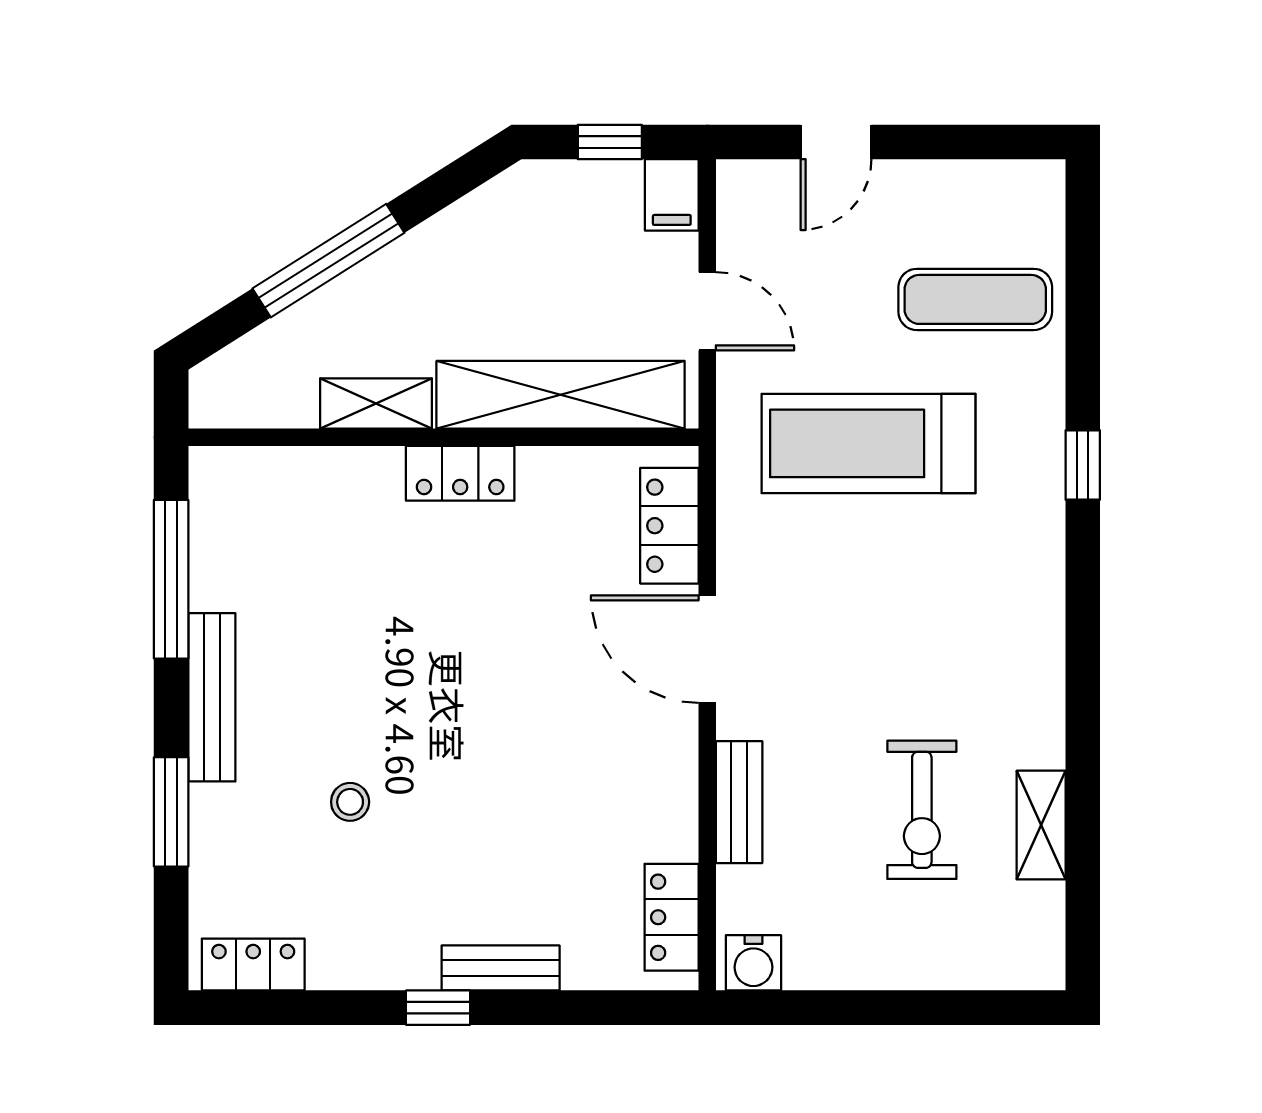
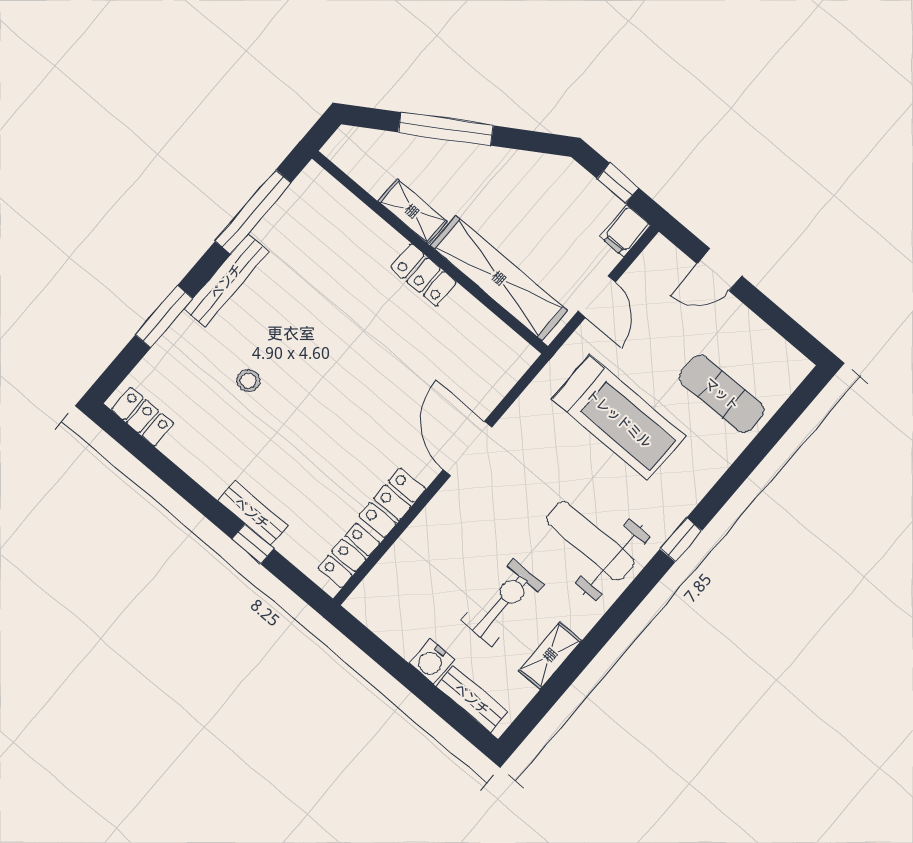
treadmill: (869, 443) -> (619, 418), turned 180
window: (1083, 465) -> (681, 540), moved
locker: (669, 526) -> (392, 503), moved
weight bench: (967, 633) -> (590, 541), added
bench: (739, 802) -> (472, 699), moved, turned 90
exercise bike: (922, 810) -> (502, 603), turned 180
water cooler: (753, 963) -> (432, 662), moved
window: (438, 1008) -> (253, 544), moved

